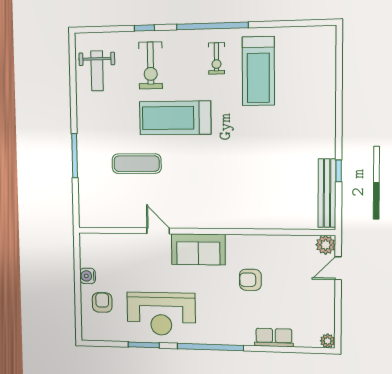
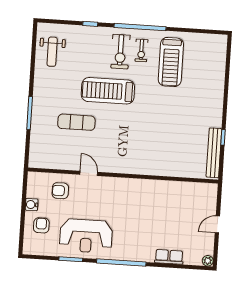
exercise bike: (151, 65) -> (120, 52), moved
plant: (326, 245) -> (211, 190), removed
sofa: (198, 249) -> (118, 189), removed
door: (338, 268) -> (217, 224), moved
armchair: (250, 280) -> (60, 191), moved

